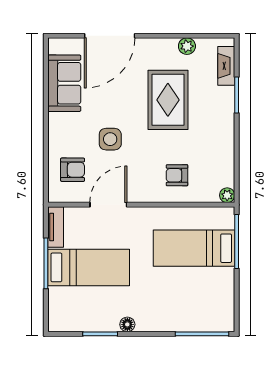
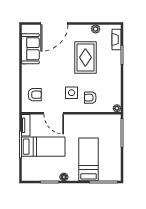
side table: (110, 139) -> (72, 93), moved
door: (108, 205) -> (54, 113), swing flipped
bed: (194, 248) -> (89, 159), moved, turned 90

